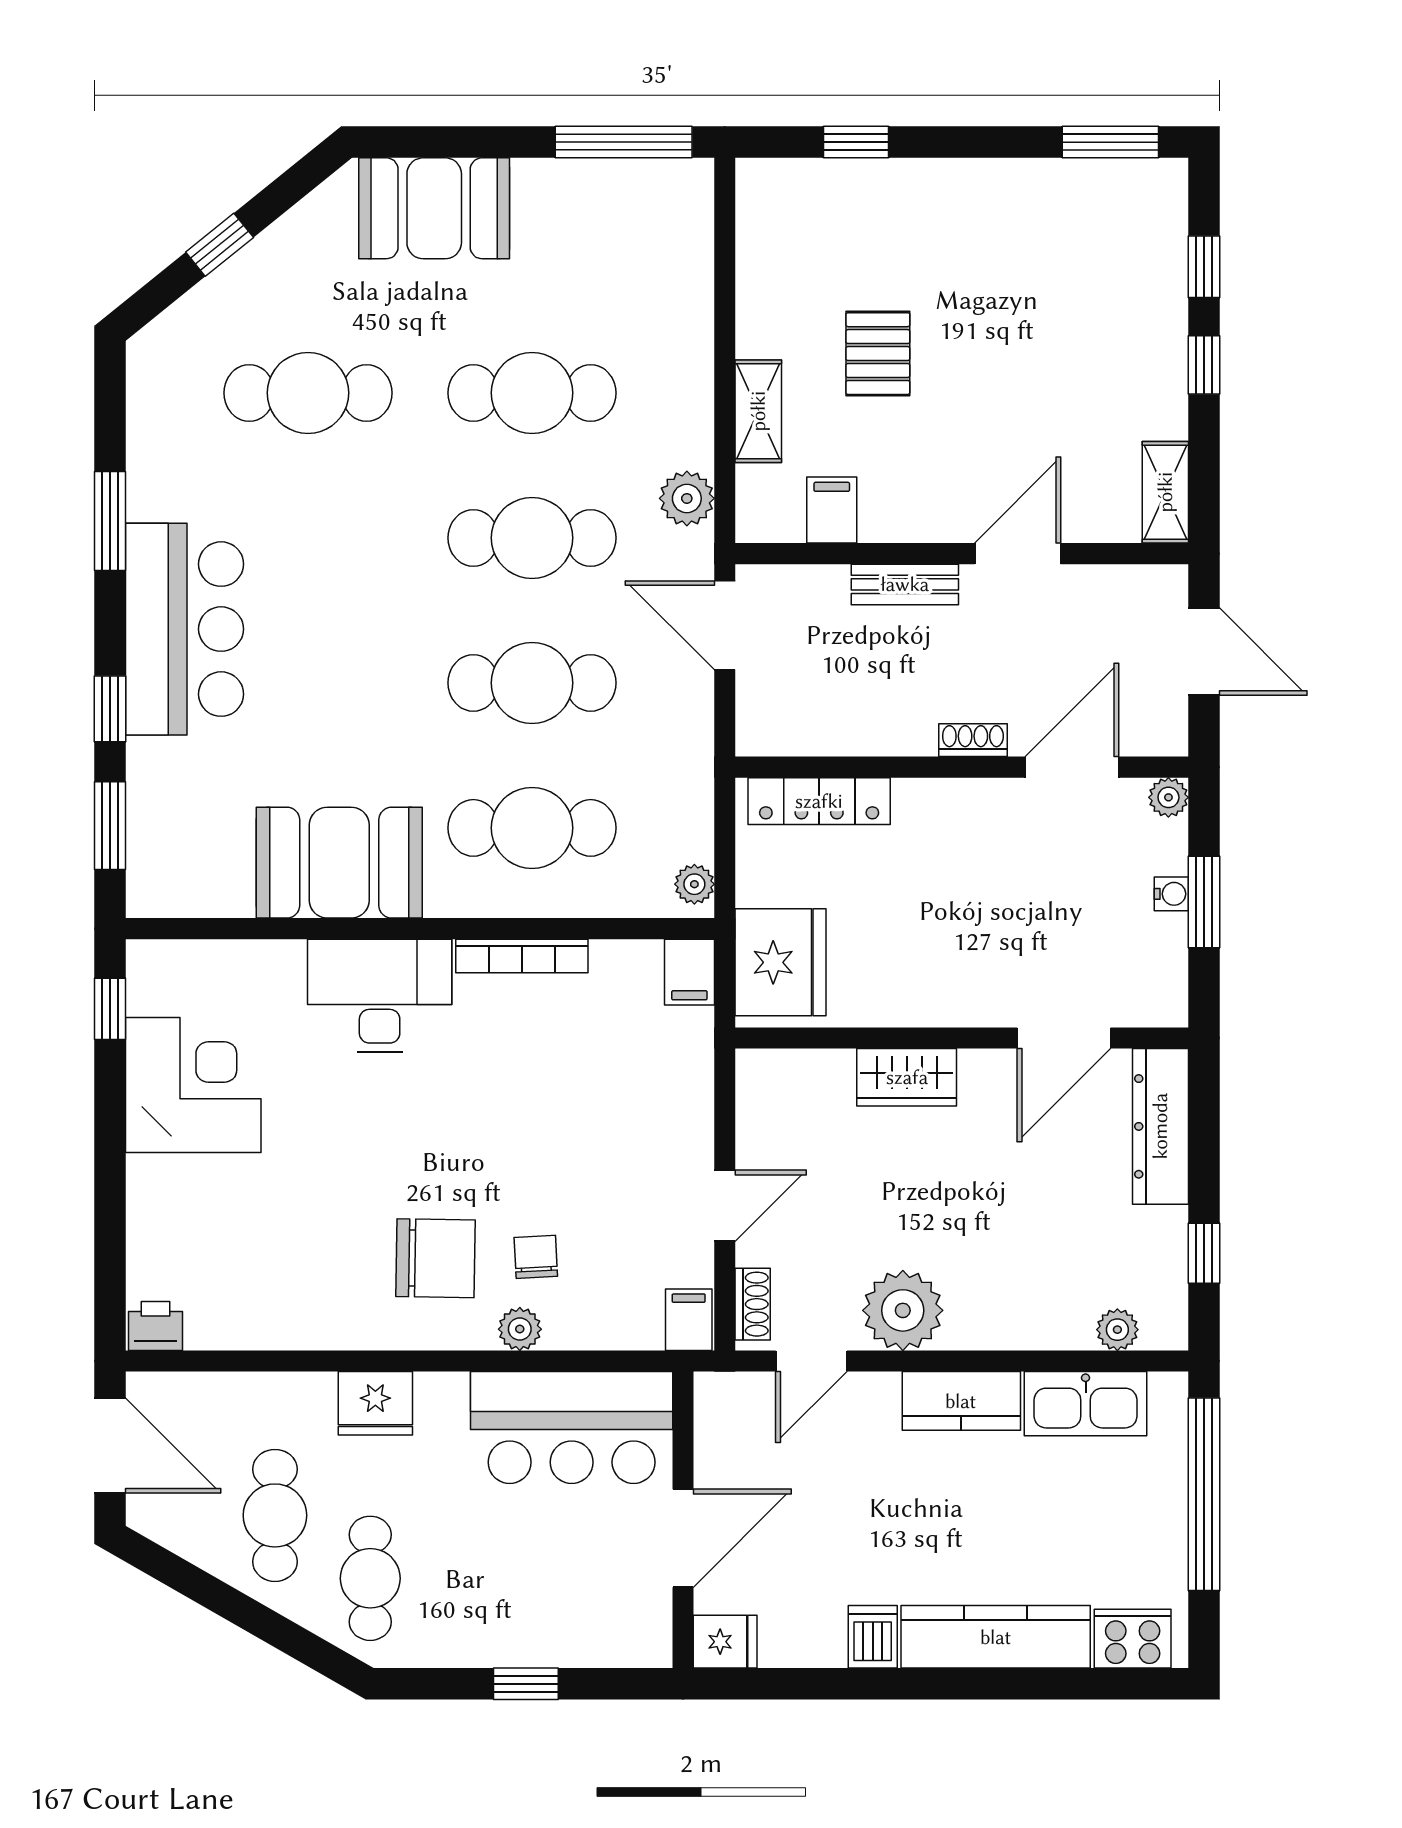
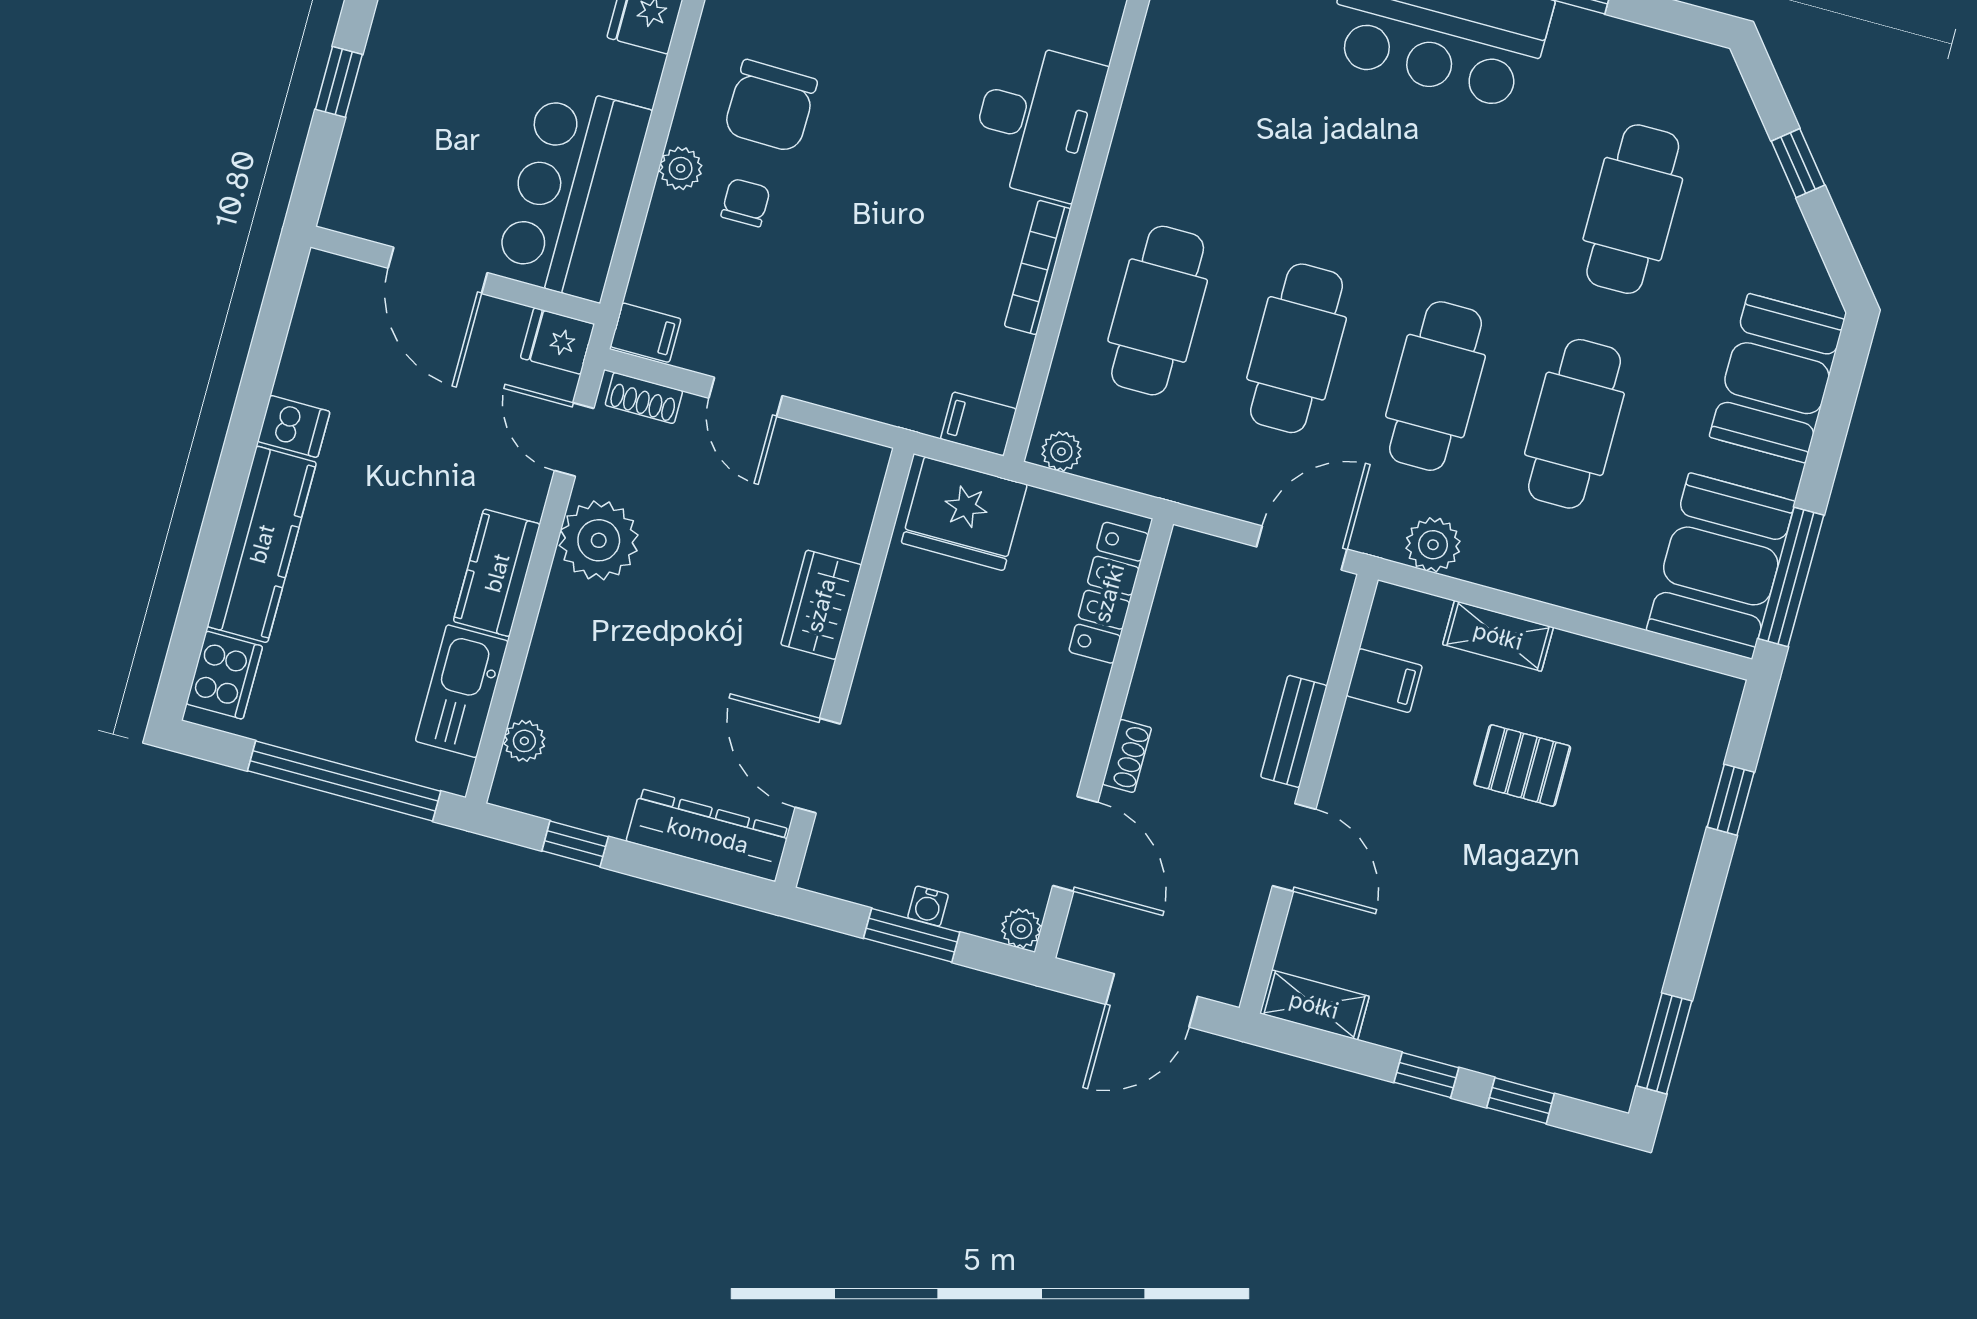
booth: (339, 863) -> (1721, 566), moved
chair: (536, 1257) -> (746, 203), turned -87
fridge: (725, 1642) -> (558, 341), moved, turned 90

